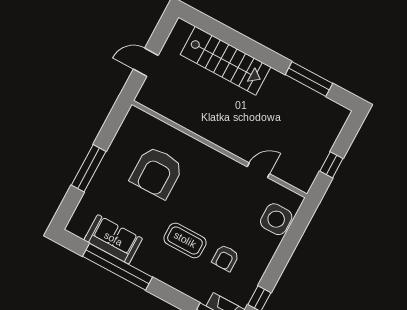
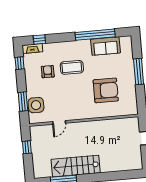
stairs: (225, 61) -> (76, 166), moved
armchair: (157, 172) -> (106, 90), turned 90
window: (292, 238) -> (23, 101), added

